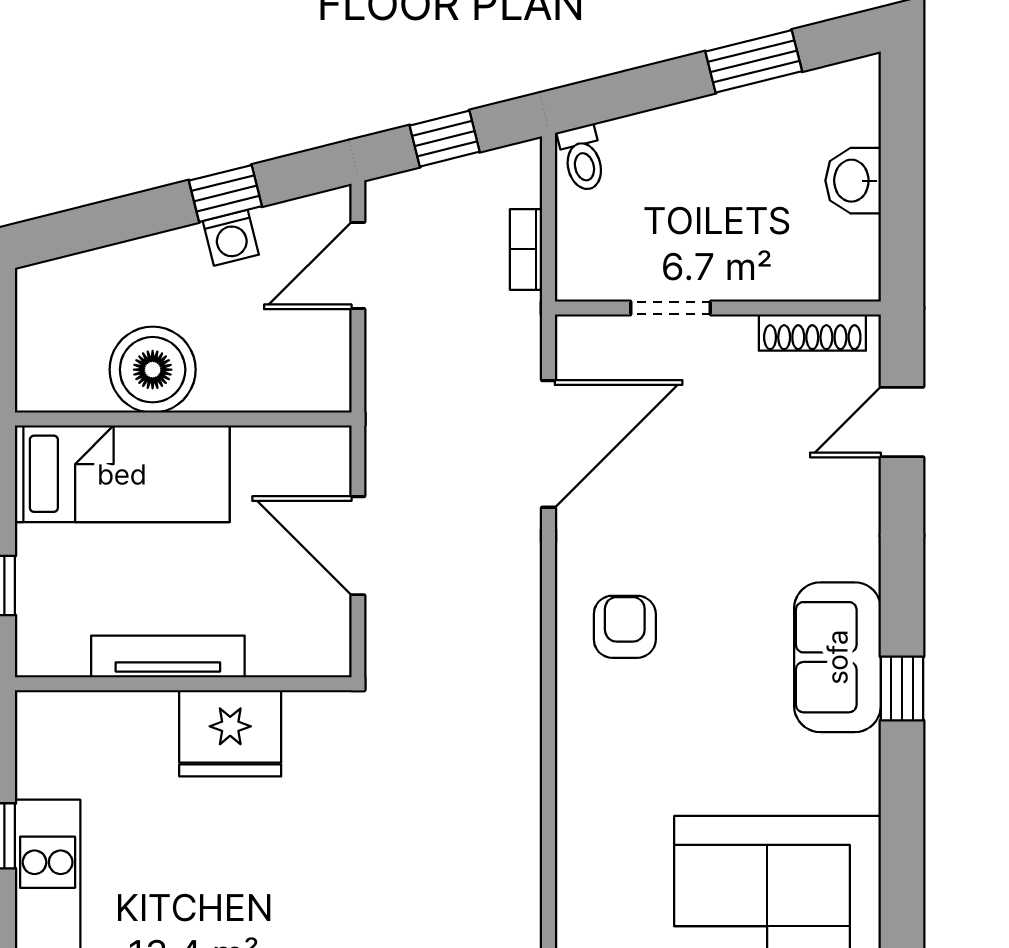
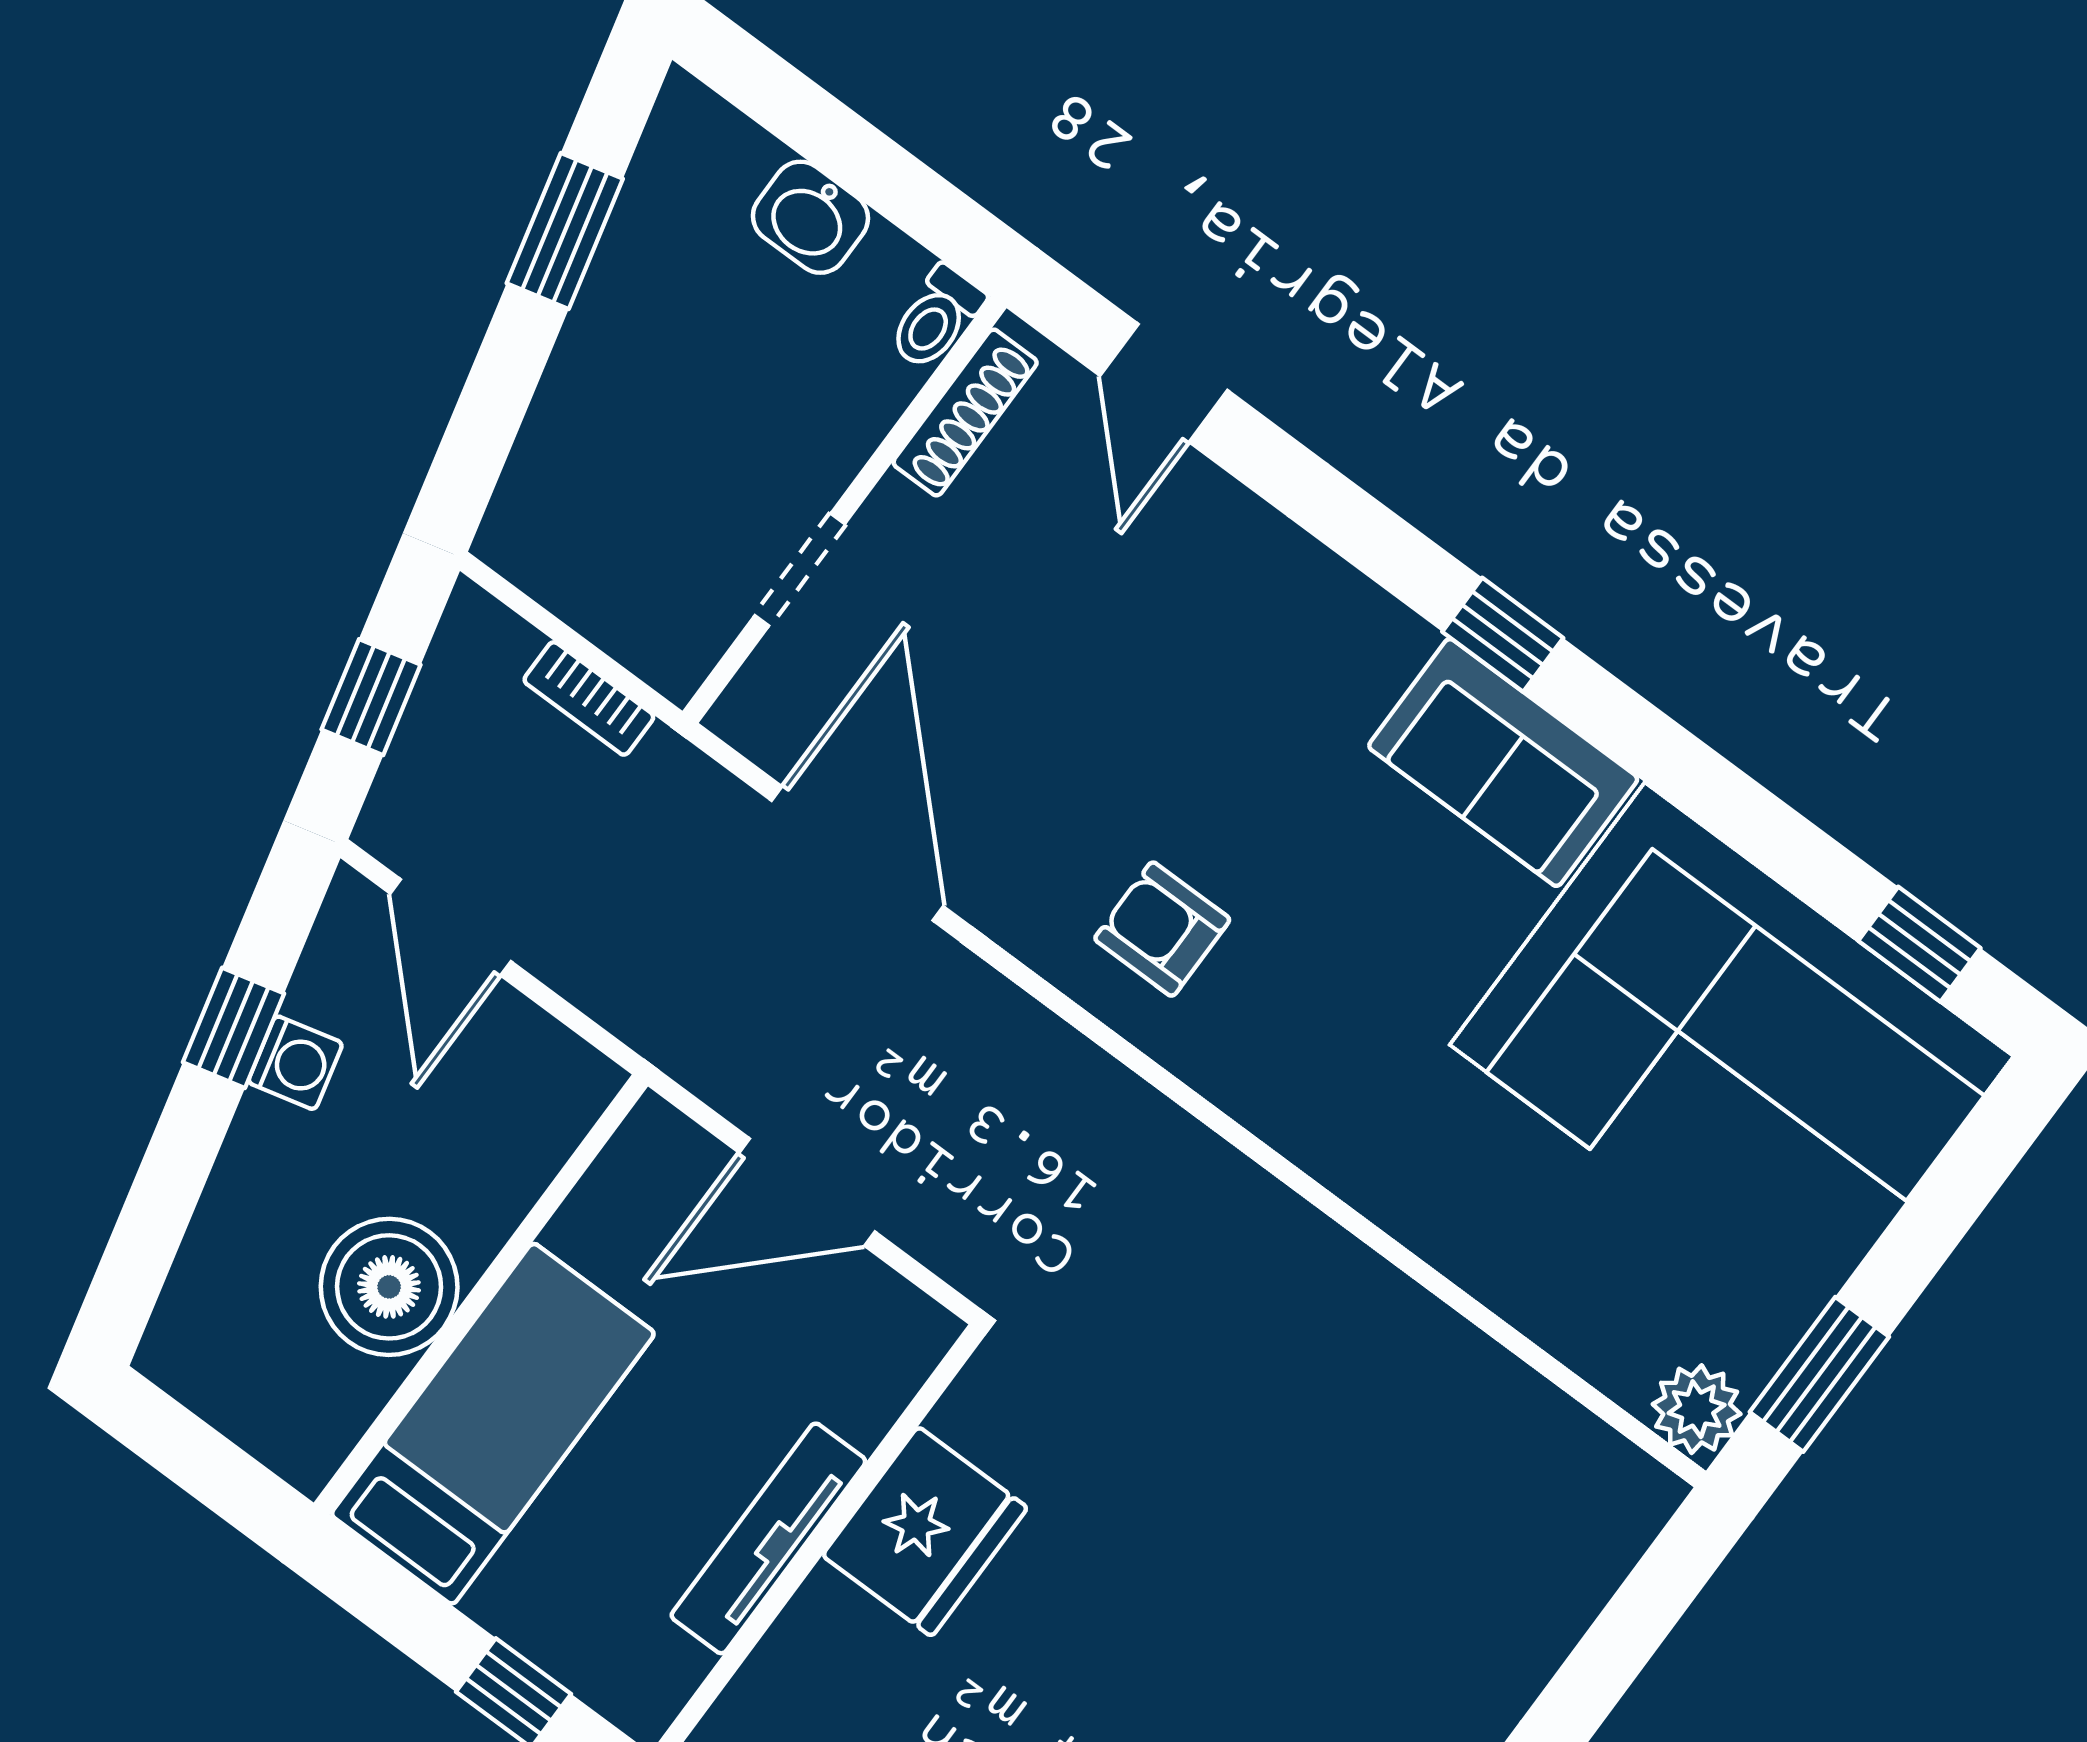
toilet: (582, 158) -> (936, 318), moved, turned 104
sofa: (837, 657) -> (1503, 762), moved

